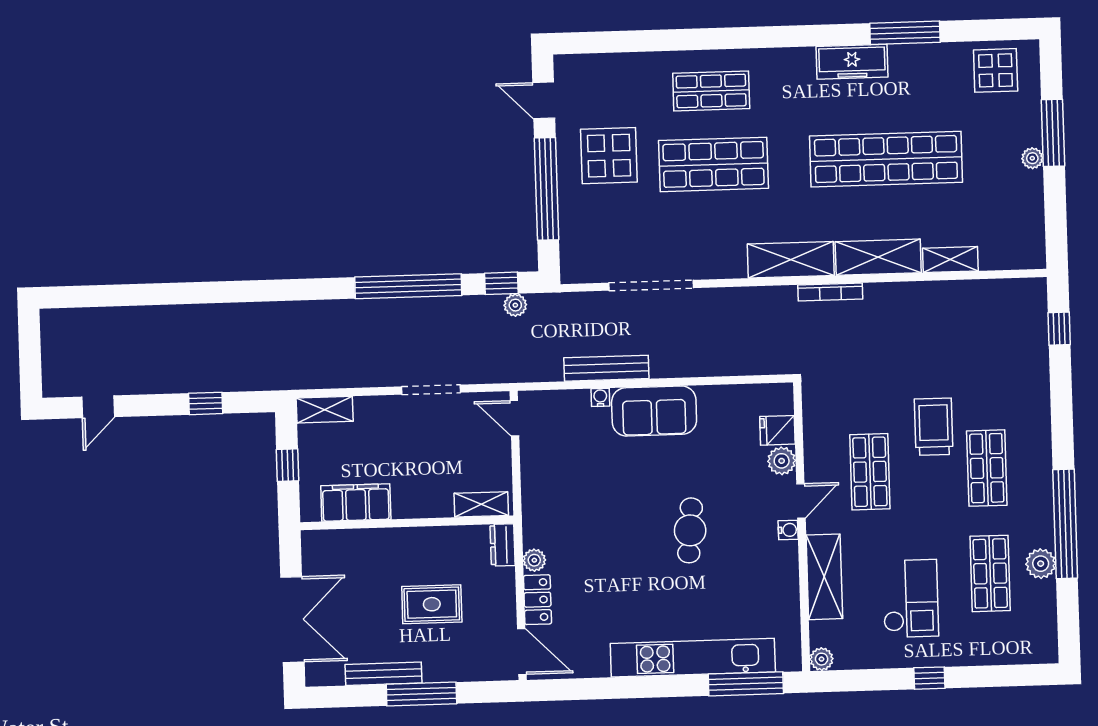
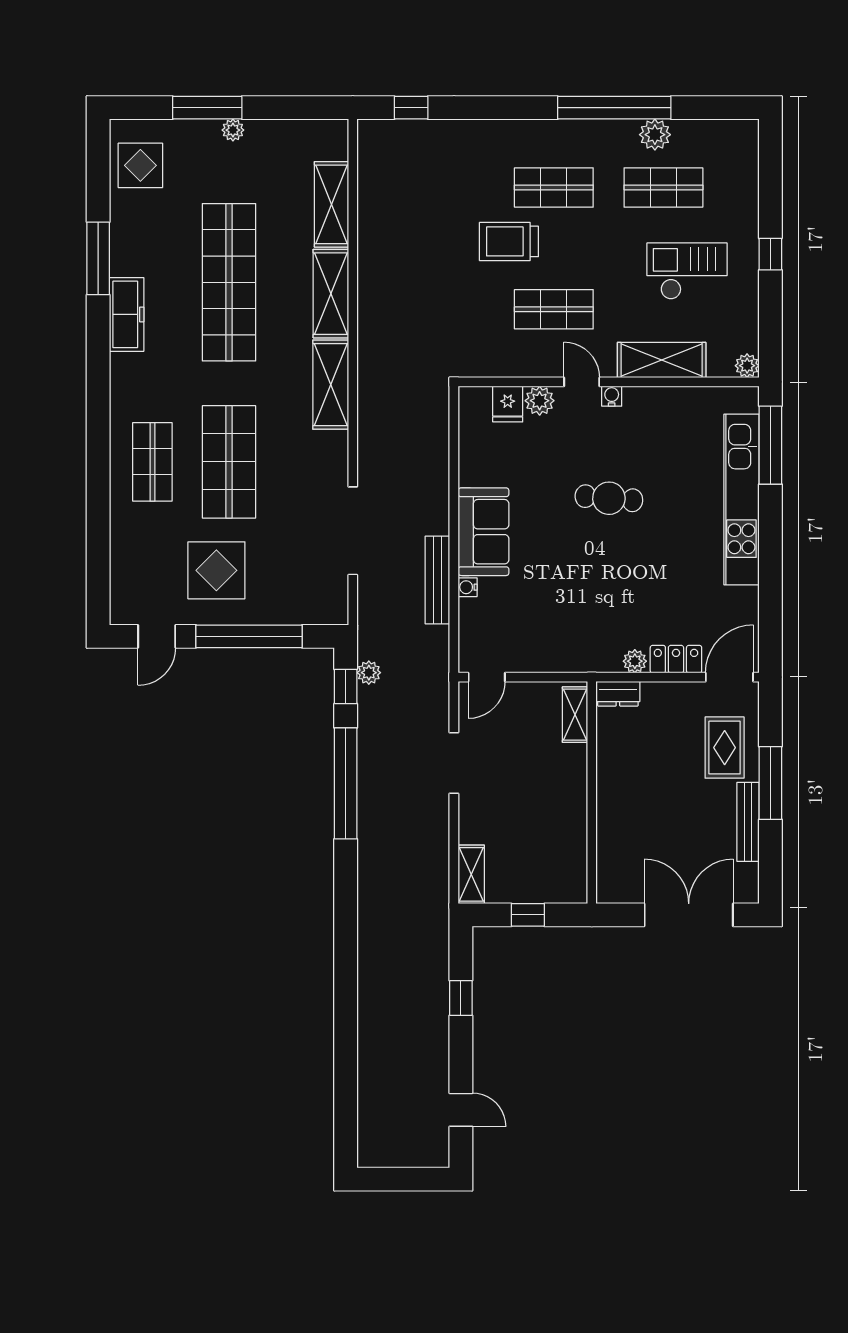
shelving: (950, 260) -> (331, 204), width x1.50, depth x1.33
bookcase: (830, 292) -> (366, 345), removed
filing cabinet: (356, 502) -> (569, 845), removed
rug: (432, 604) -> (725, 748), moved

